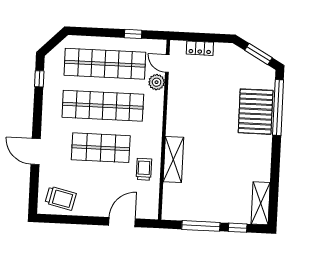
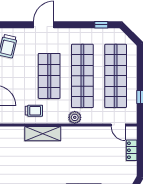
door: (167, 64) -> (118, 125), swing flipped
plant: (157, 82) -> (75, 117), moved

